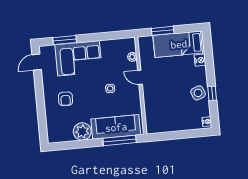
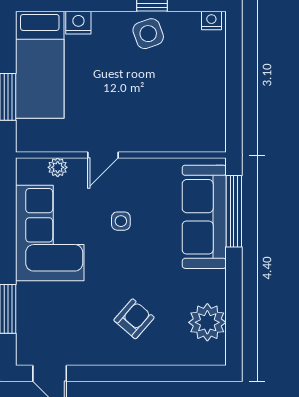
corner sofa: (79, 58) -> (50, 233), moved
armchair: (65, 99) -> (134, 319), turned -51
plant: (82, 131) -> (207, 322), moved

